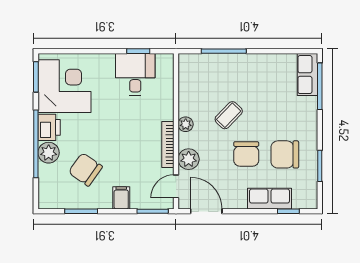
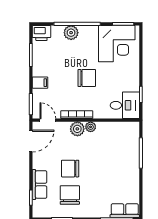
desk: (135, 74) -> (125, 105), moved
coffee table: (229, 115) -> (97, 156), removed
printer: (49, 127) -> (41, 33), moved
plant: (189, 159) -> (77, 129), moved
chair: (85, 169) -> (87, 78), moved, turned 55

